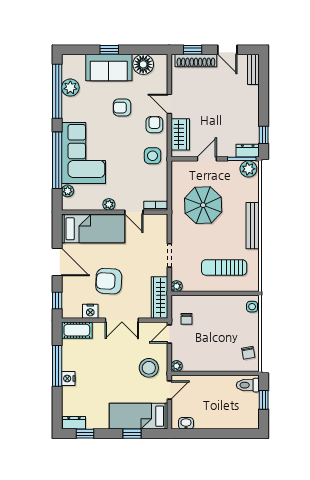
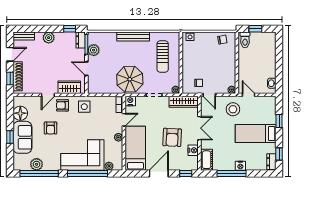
plant: (251, 105) -> (49, 38), added
plant: (248, 169) -> (94, 50), moved
parasol: (203, 205) -> (130, 79), moved
nightstand: (161, 221) -> (130, 101), added
bed: (138, 416) -> (256, 133), moved, turned 90

